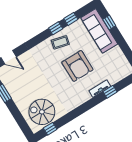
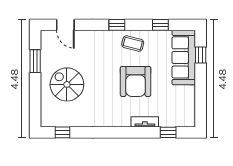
window: (56, 28) -> (117, 25), moved
window: (110, 92) -> (168, 132), moved
spiral stairs: (42, 112) -> (67, 84), moved

